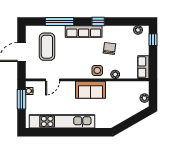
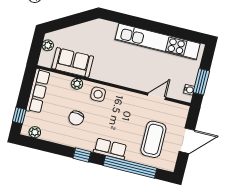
window: (59, 21) -> (130, 167), width x1.46
row of seats: (84, 31) -> (110, 149), width x0.68
row of seats: (143, 67) -> (38, 91), width x1.48
sofa: (90, 90) -> (73, 62), moved

